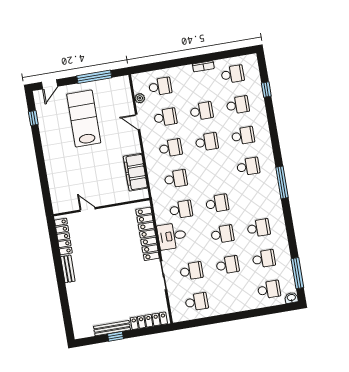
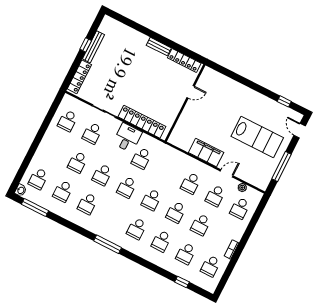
filing cabinet: (135, 172) -> (206, 153), moved
school desk: (176, 179) -> (151, 200), moved

